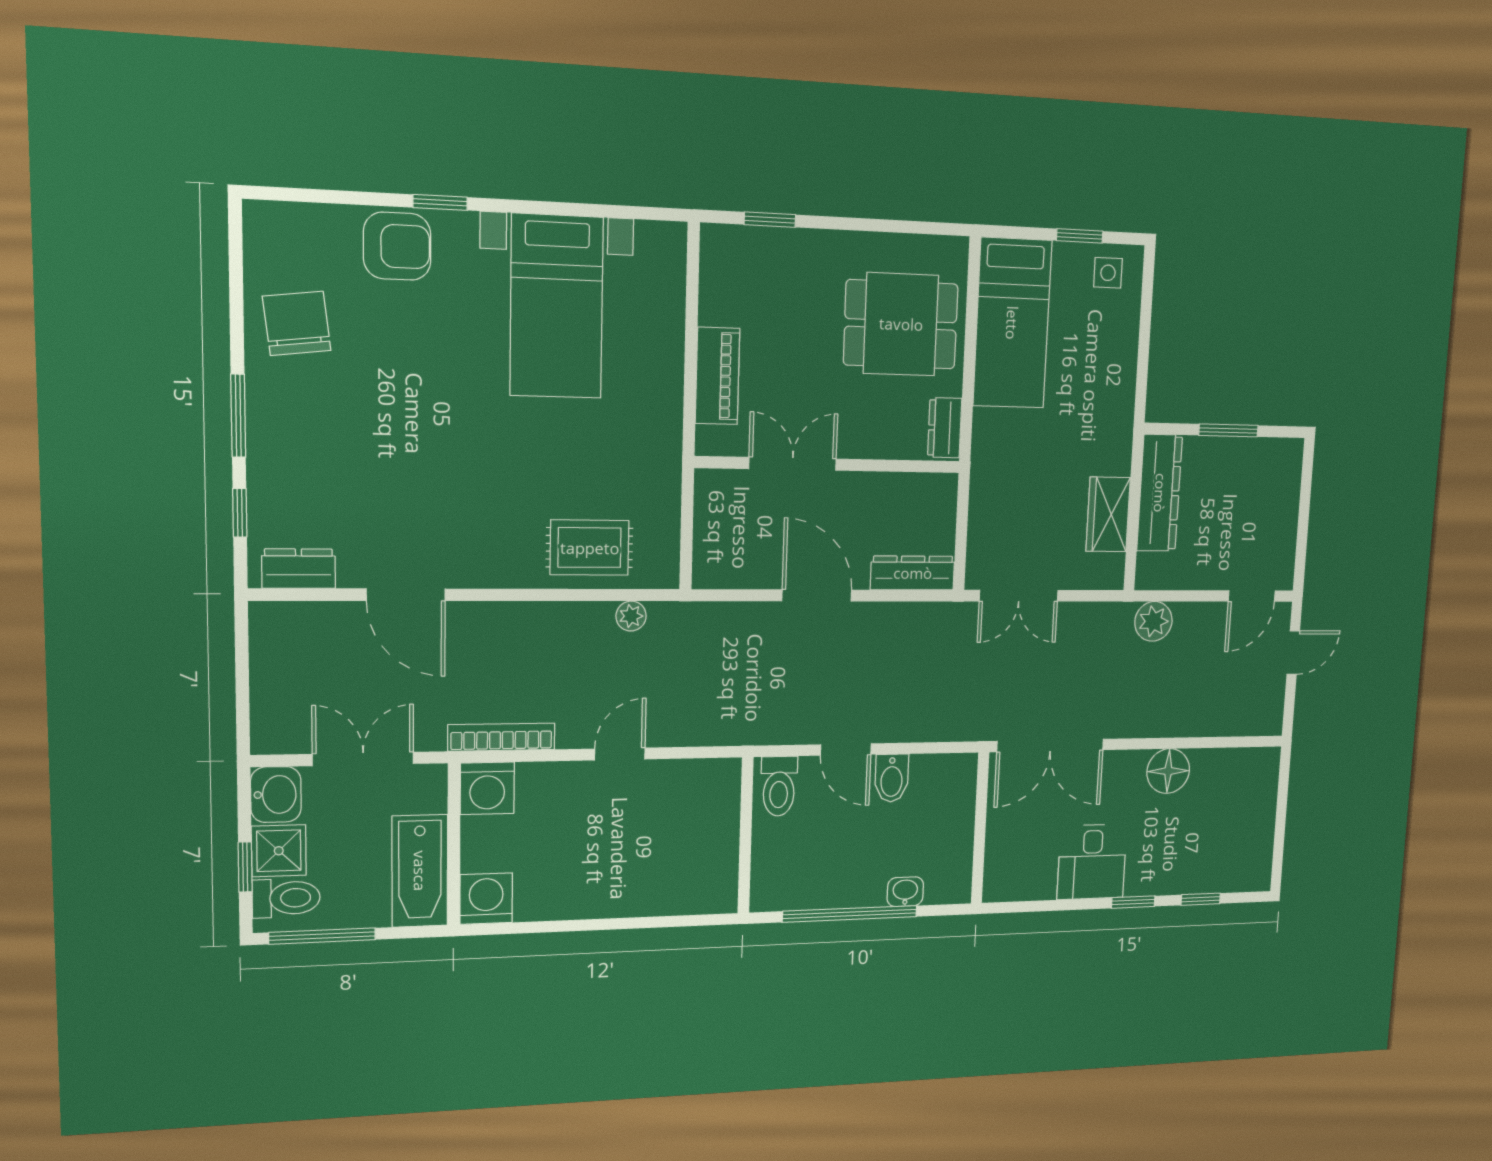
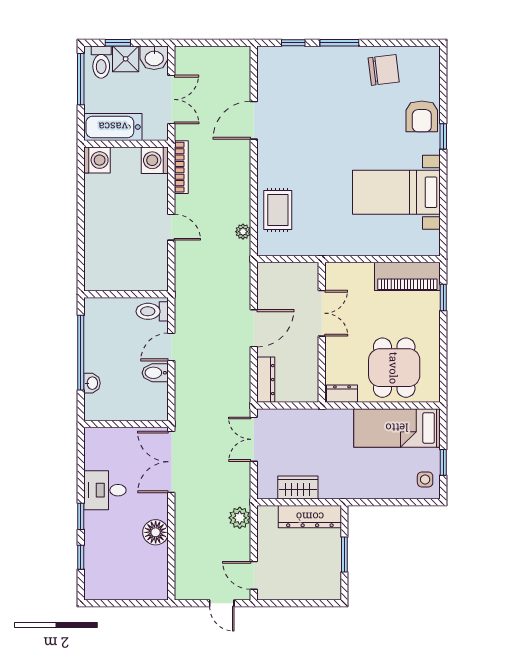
piano: (717, 376) -> (407, 276), moved, width x1.37, depth x1.33
dresser: (299, 569) -> (266, 70), removed

